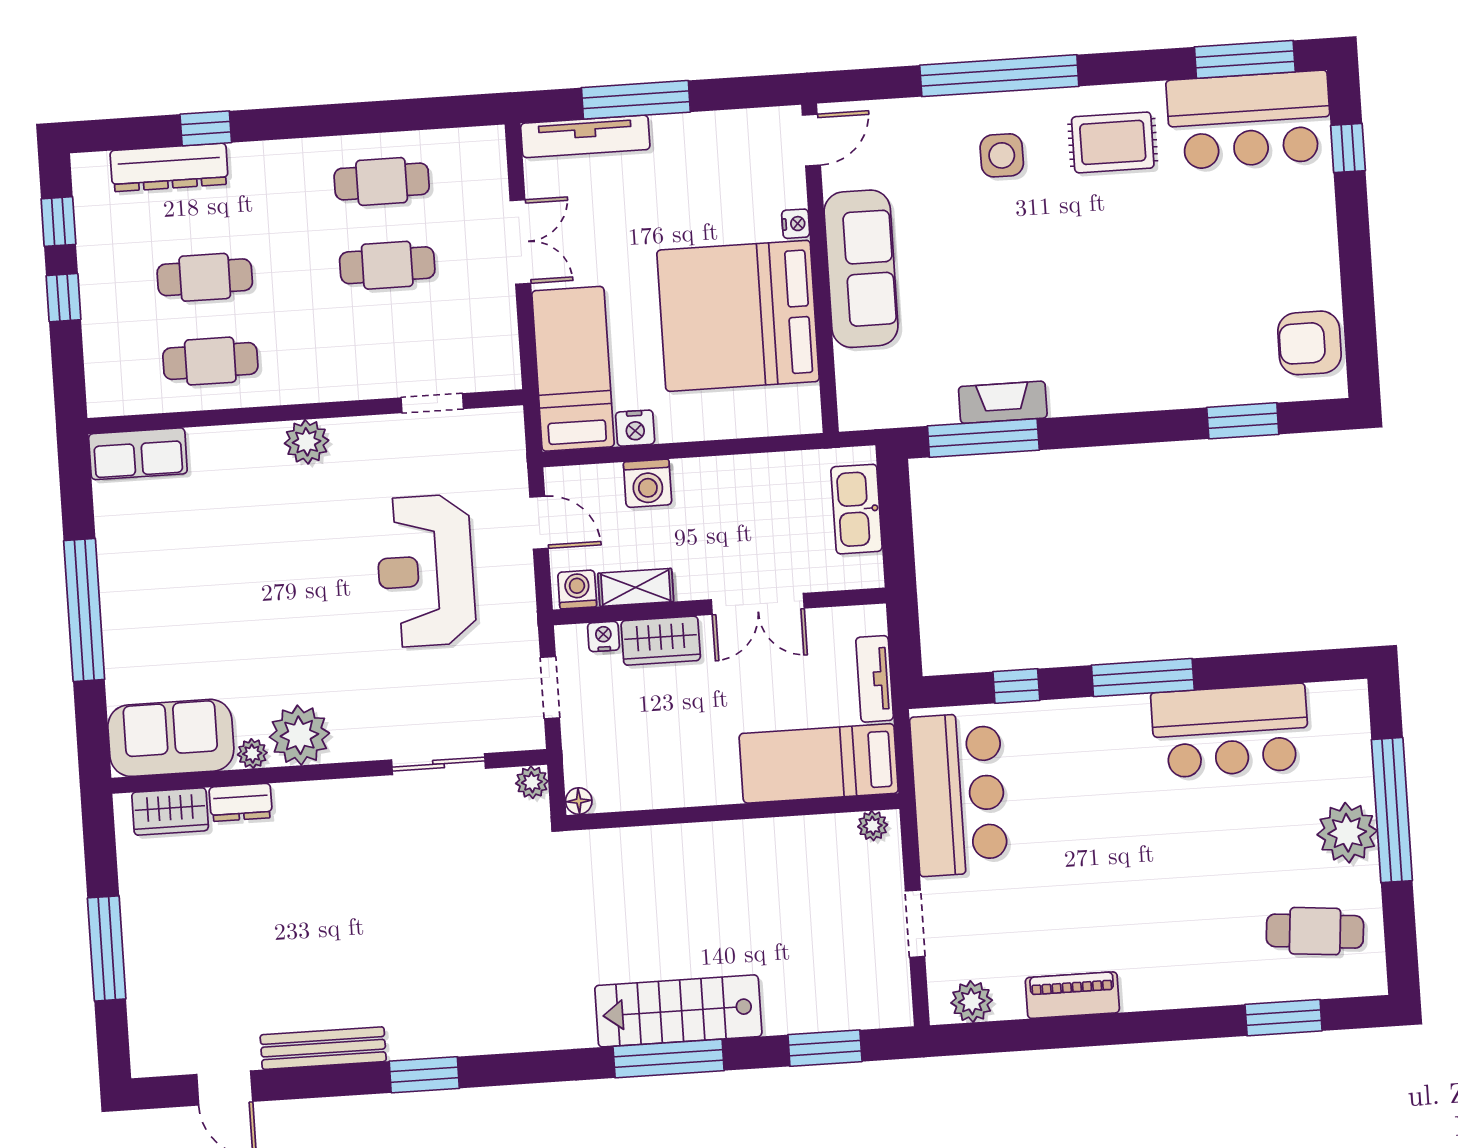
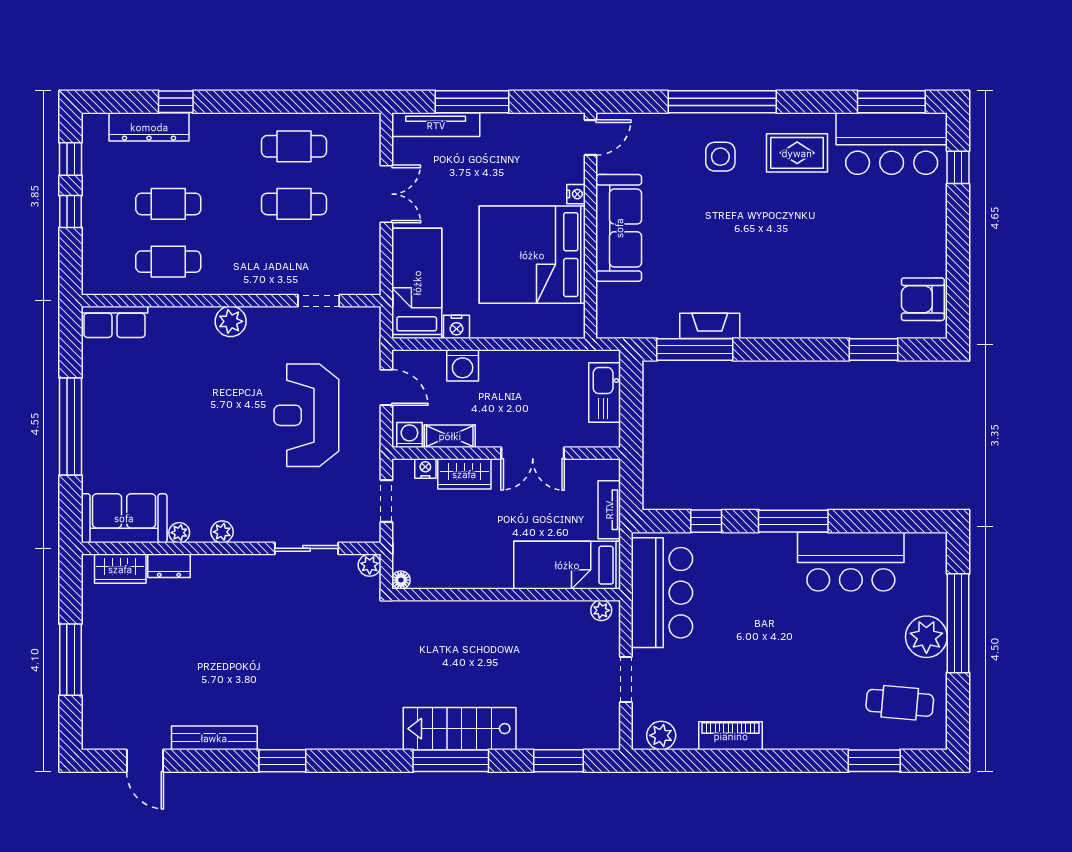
plant: (299, 735) -> (222, 532), width x0.53, depth x0.53

